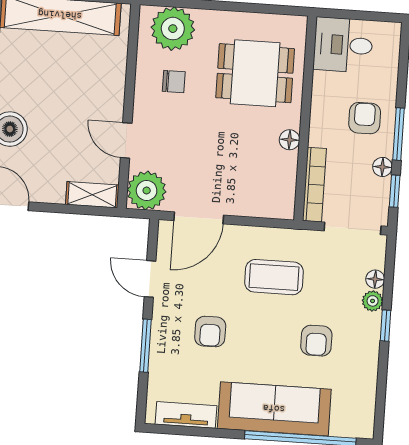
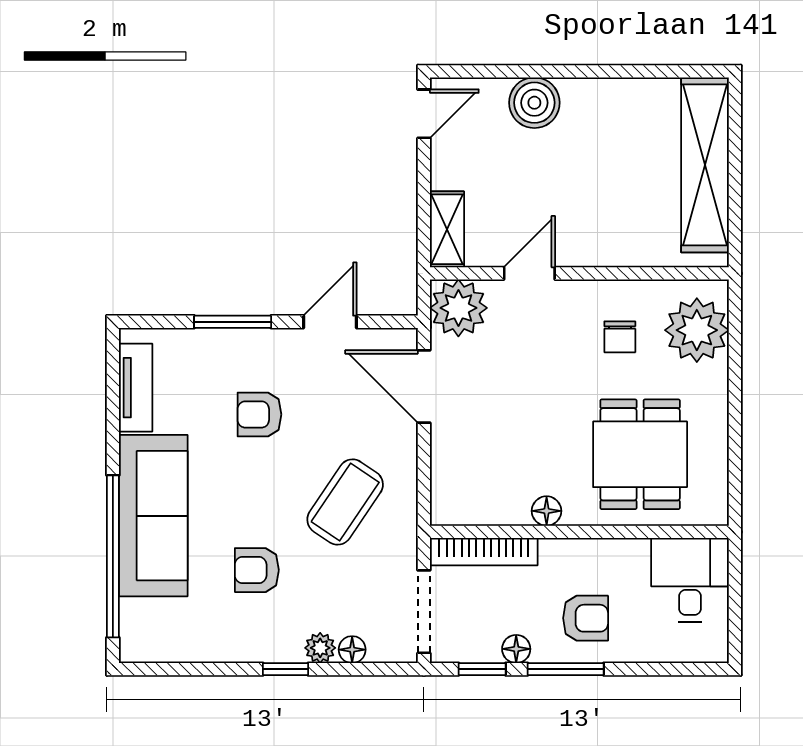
coffee table: (274, 277) -> (345, 502), turned 34

